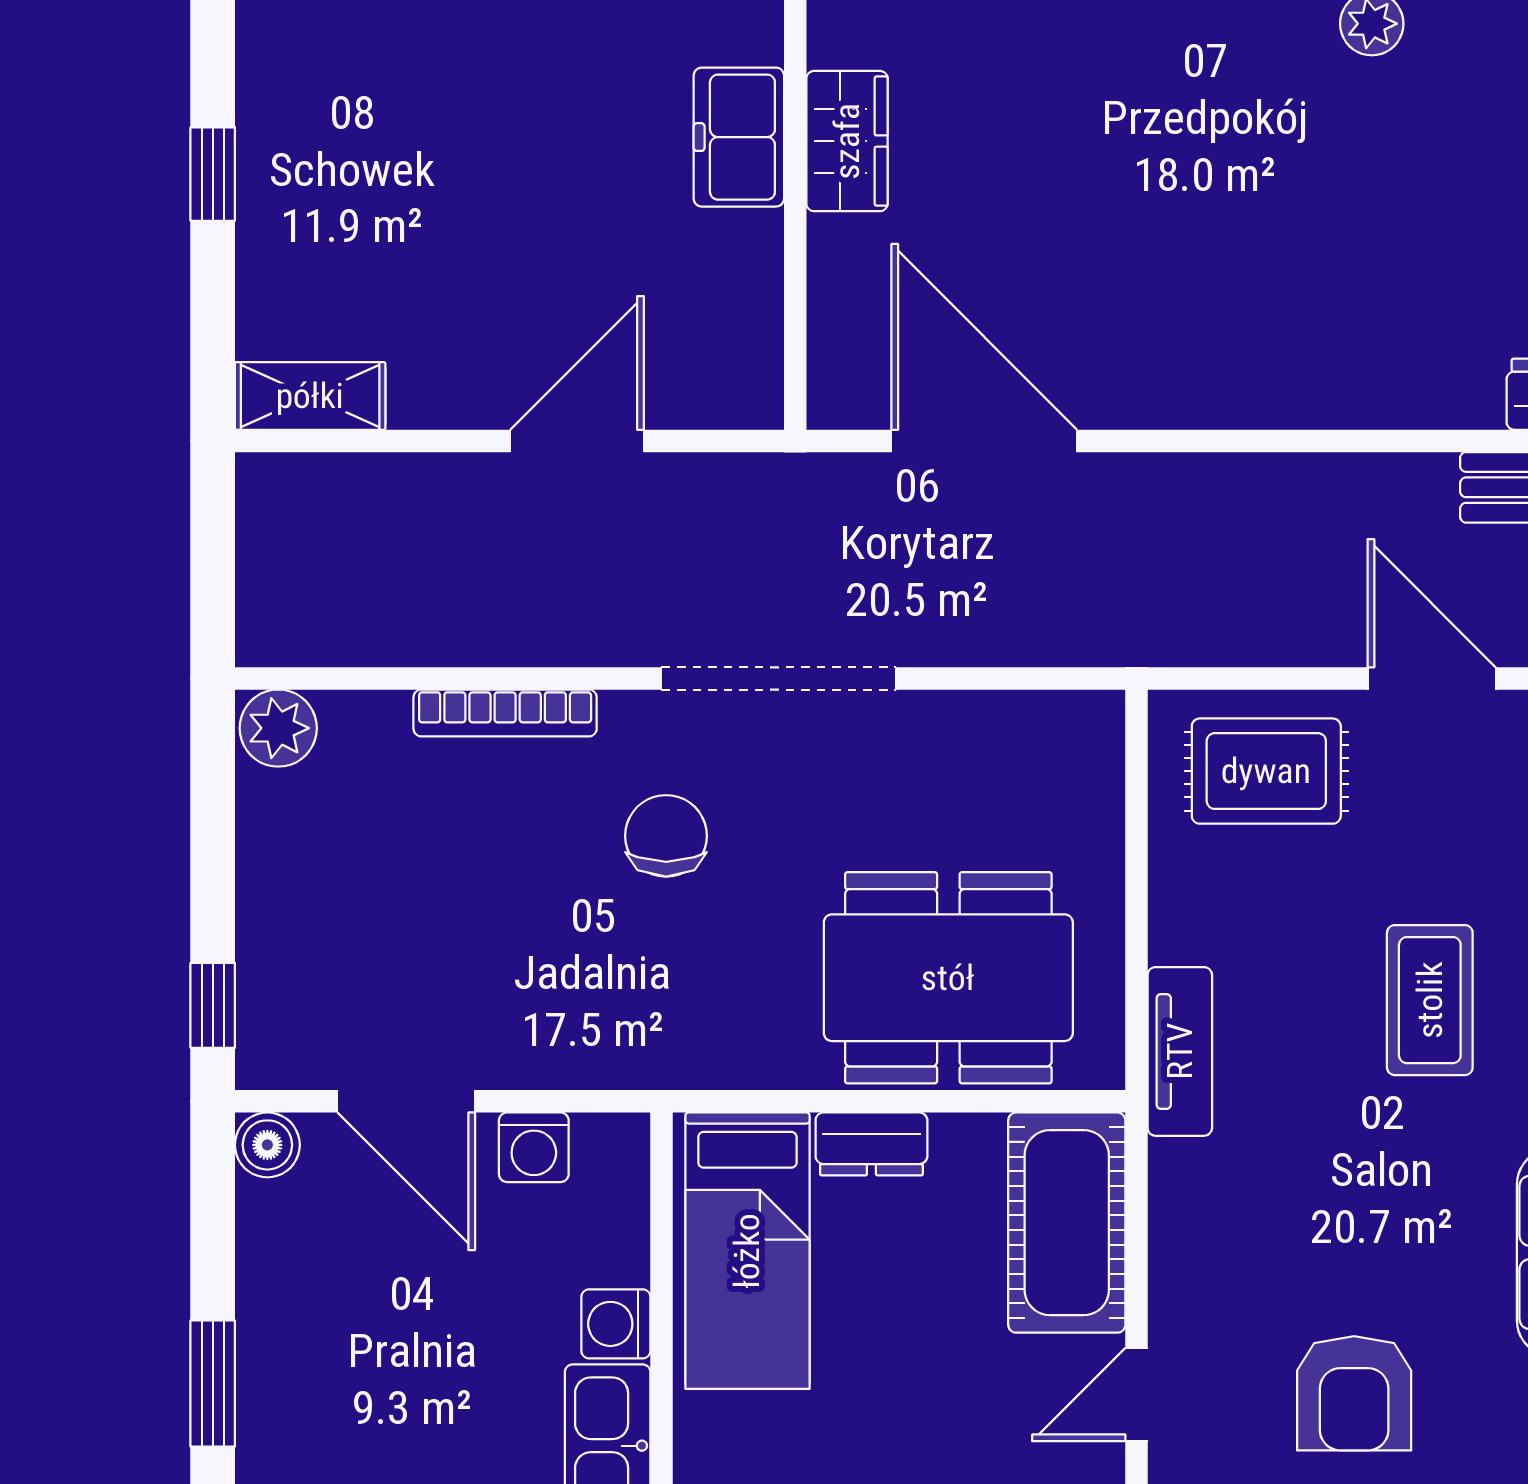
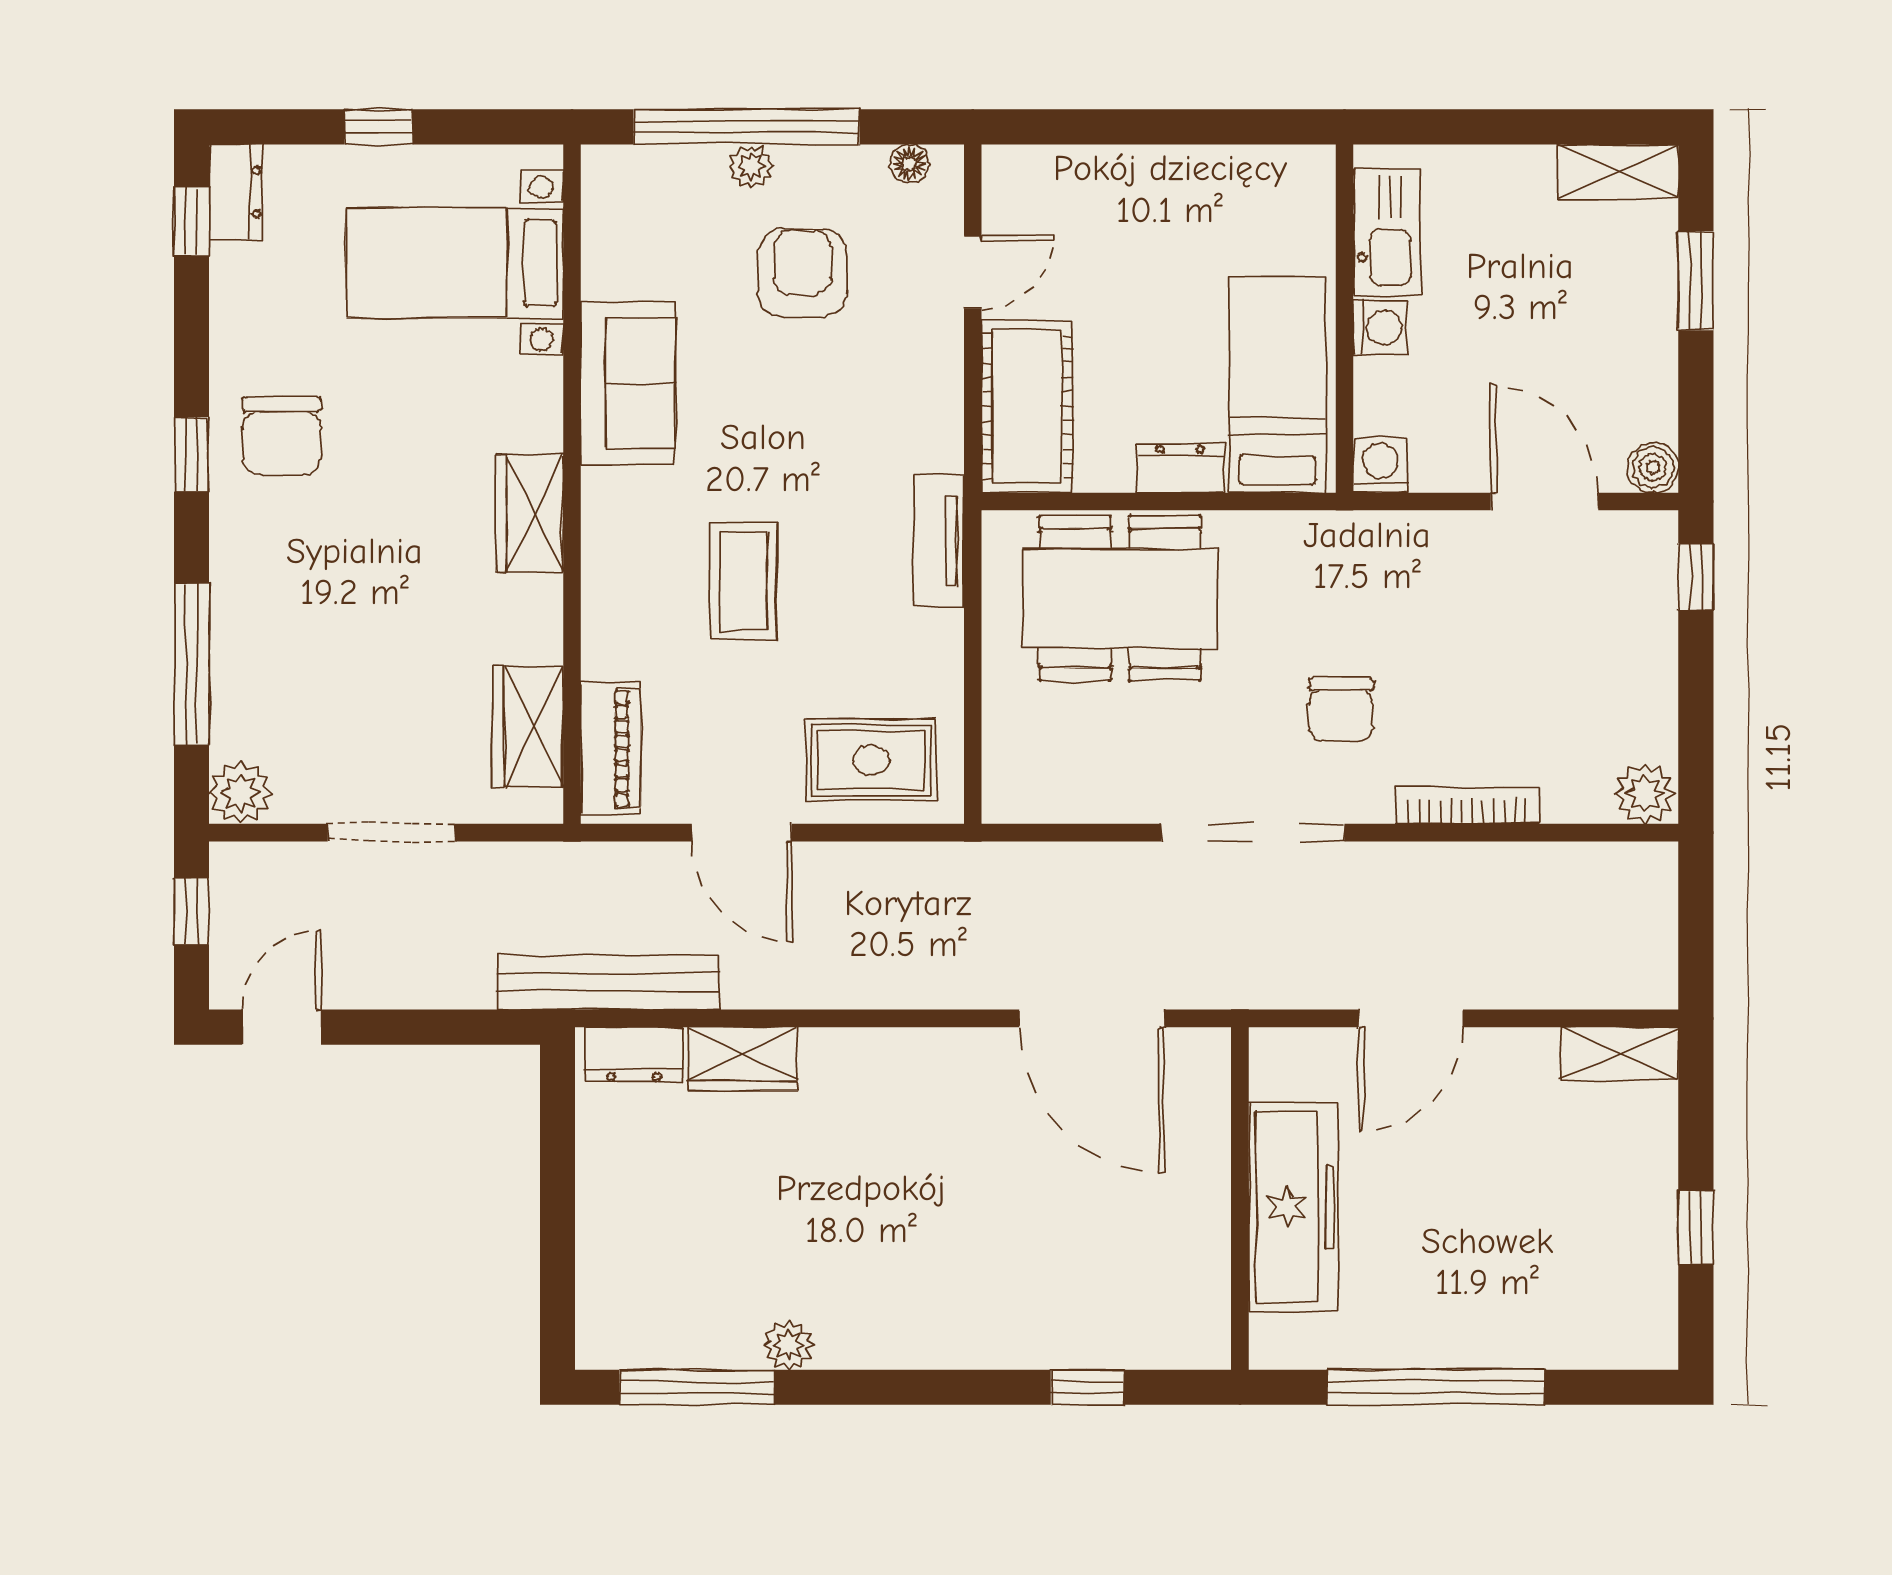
freezer: (739, 137) -> (1293, 1207), width x1.91, depth x1.26
wardrobe: (847, 141) -> (743, 1059), moved, turned -90
washing machine: (534, 1147) -> (1380, 466), moved

